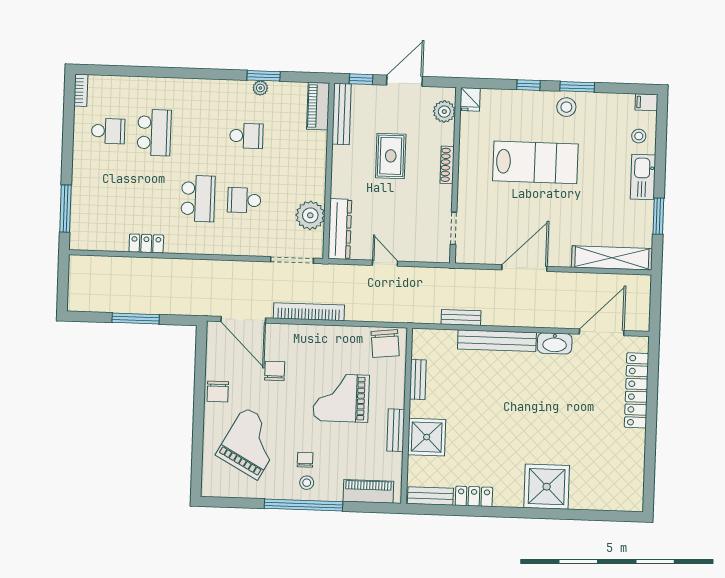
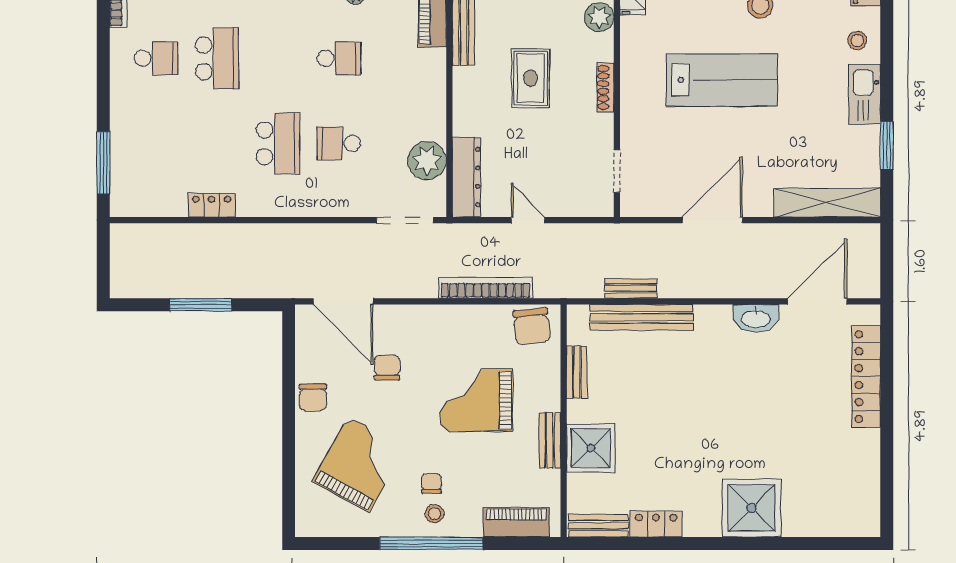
bookcase: (309, 312) -> (486, 288), moved
bench: (497, 341) -> (642, 317), moved

